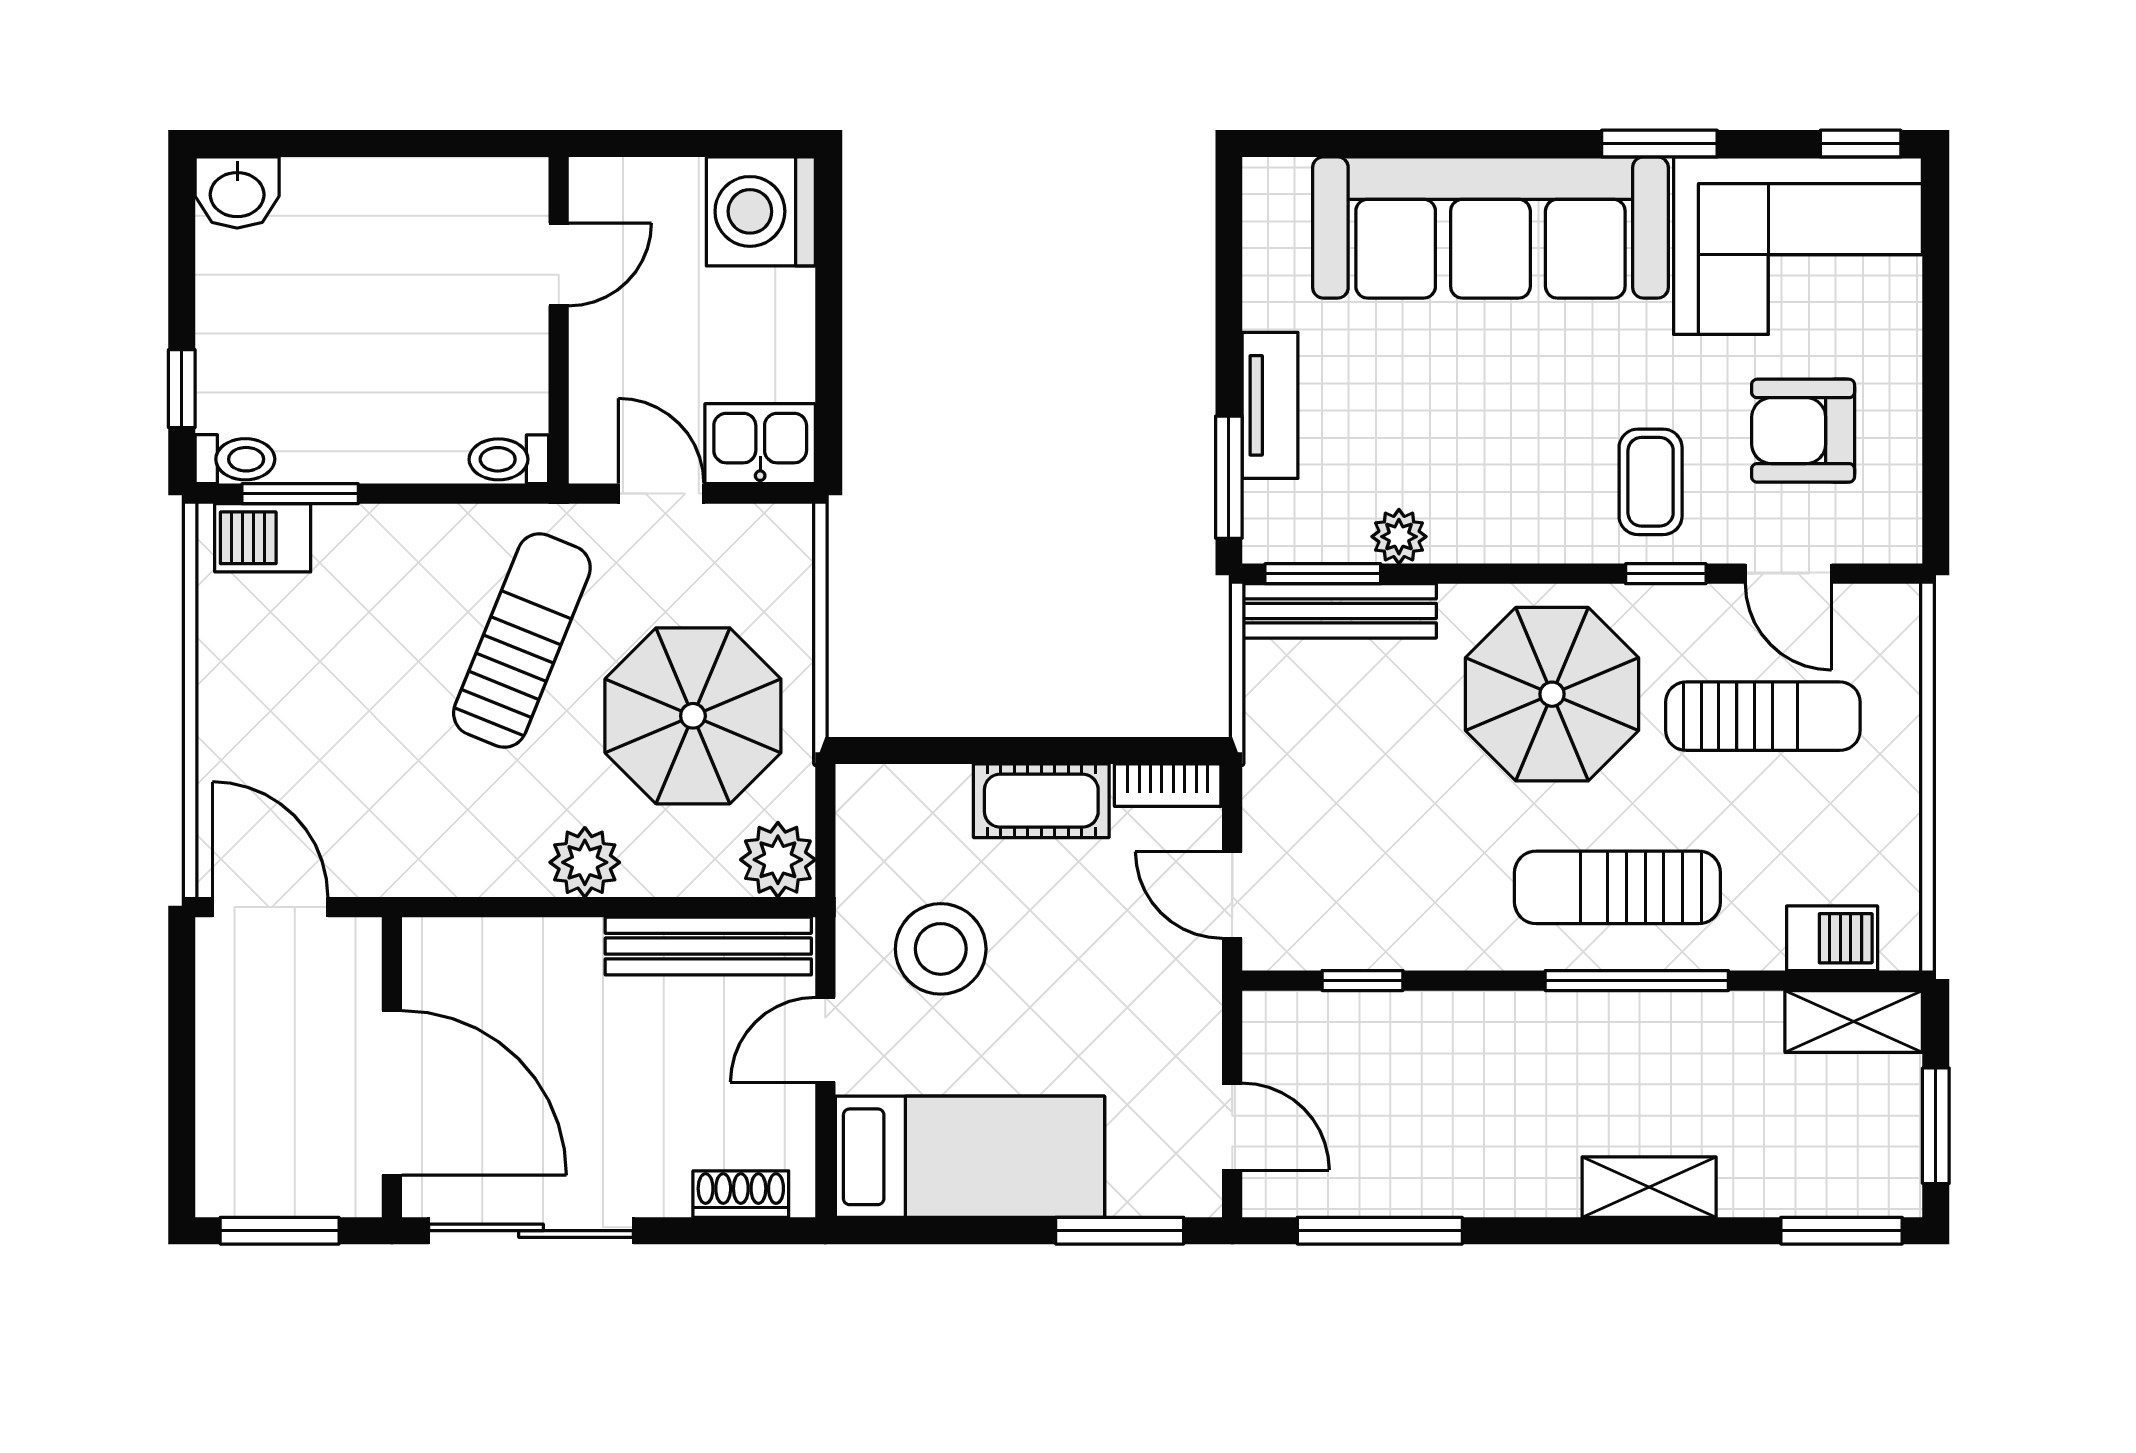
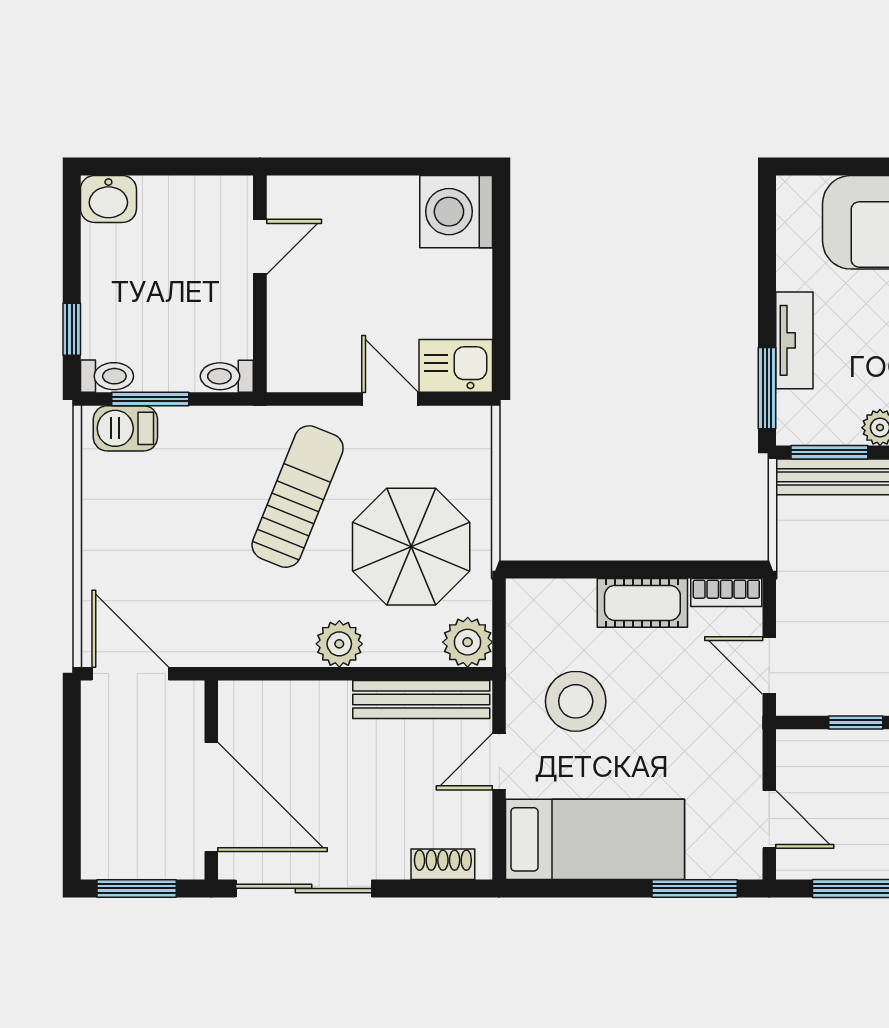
door: (559, 265) -> (260, 247), moved
wall: (559, 320) -> (260, 284), moved
toilet: (509, 459) -> (227, 376), moved

